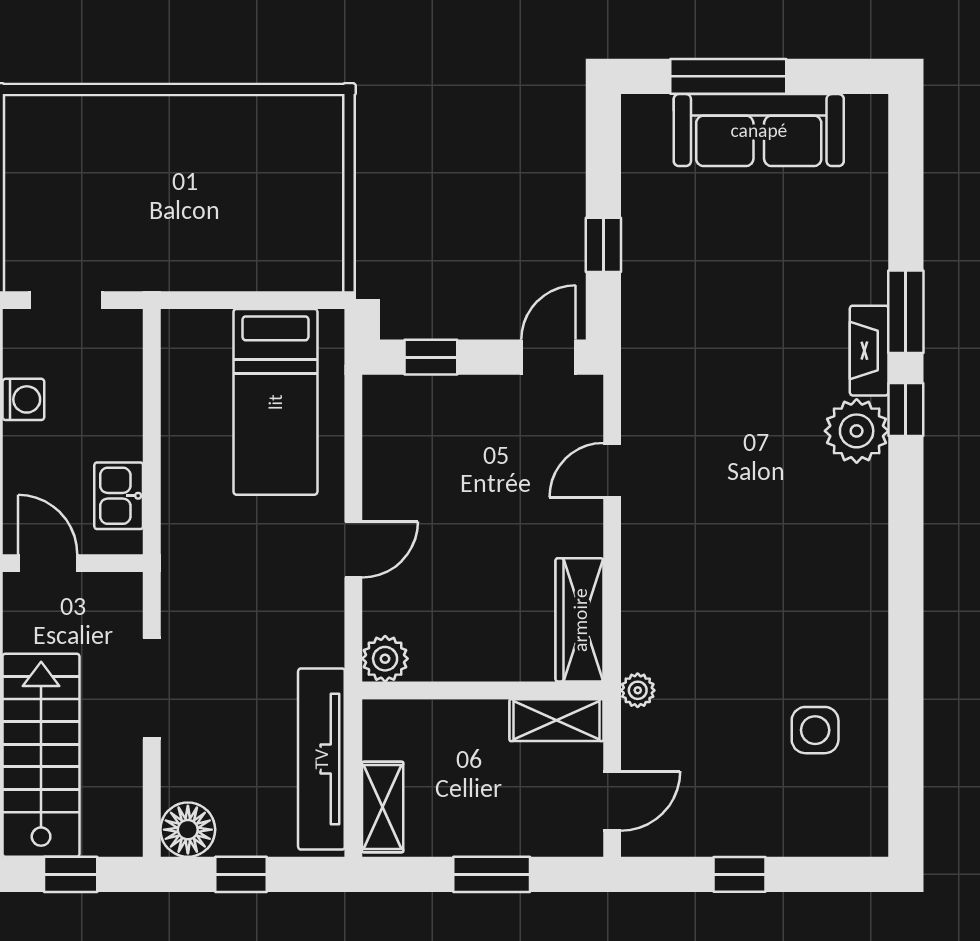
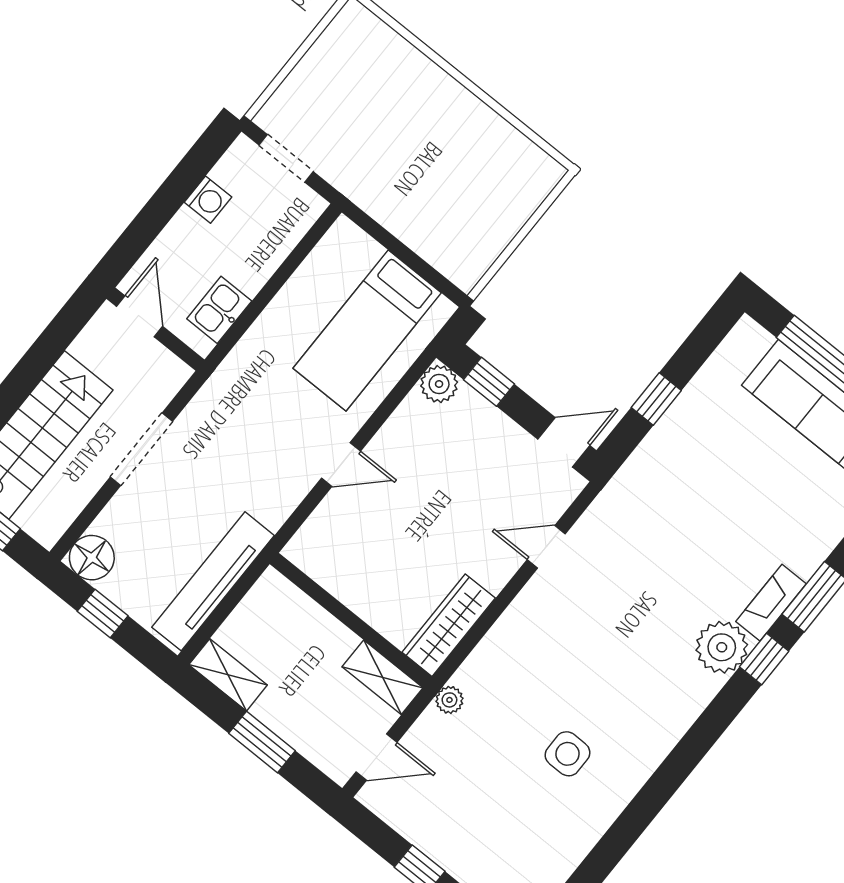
plant: (385, 659) -> (439, 384), moved
side table: (815, 730) -> (567, 754), moved
shelving: (383, 807) -> (228, 675), moved, turned 90

